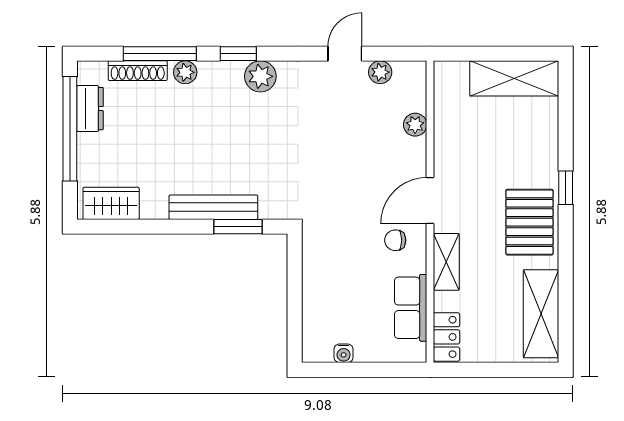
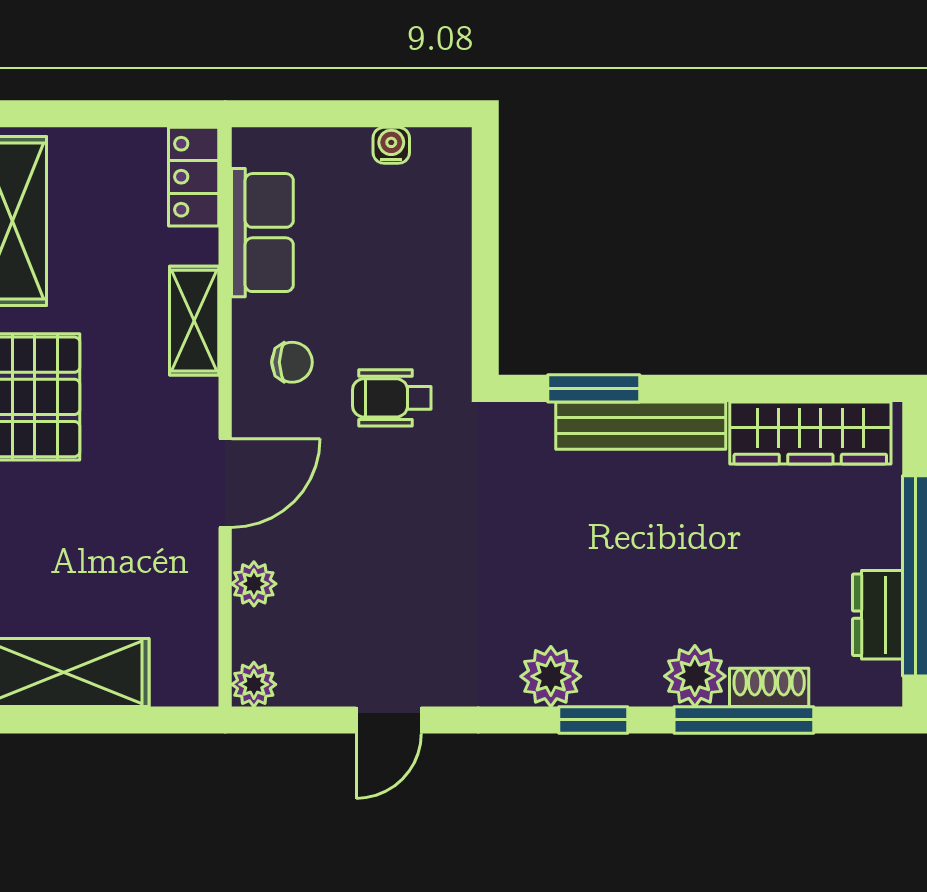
shoe rack: (138, 71) -> (769, 687), width x0.70
plant: (185, 72) -> (695, 676), width x1.38, depth x1.38
plant: (380, 72) -> (254, 684), moved
door: (430, 201) -> (225, 483), moved
wardrobe: (111, 203) -> (810, 433), width x1.50
wheelchair: (343, 222) -> (392, 398), added

